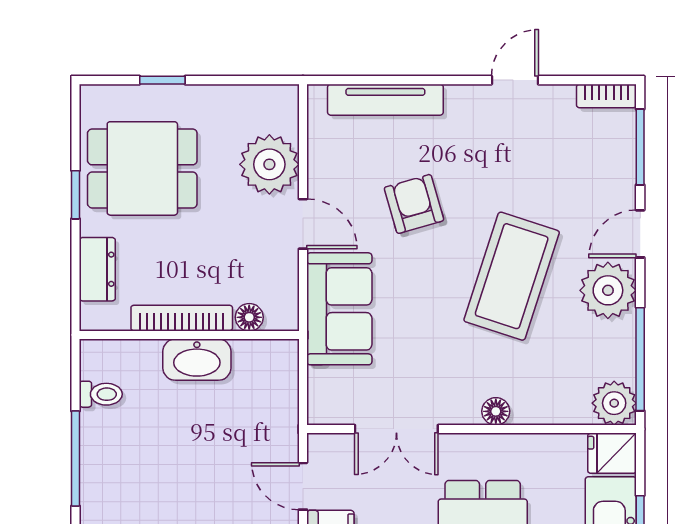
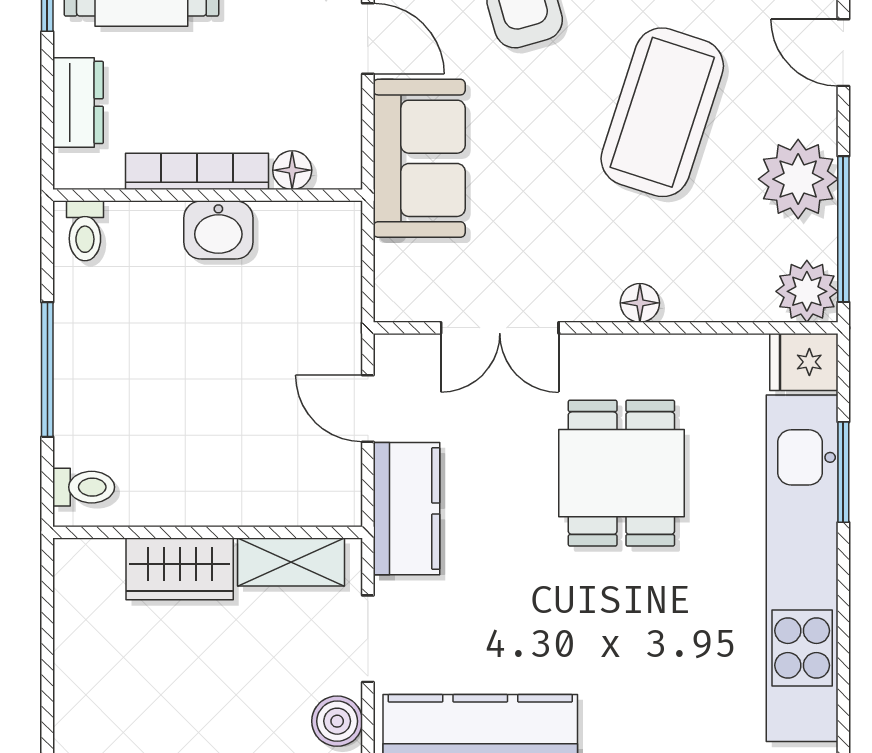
door: (640, 234) -> (843, 53), hinge flipped
plant: (608, 290) -> (798, 179), moved
washbasin: (197, 360) -> (218, 230), width x0.72
toilet: (101, 394) -> (85, 231), moved, turned 90

